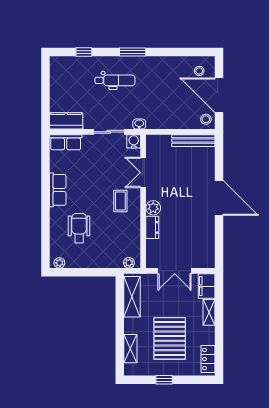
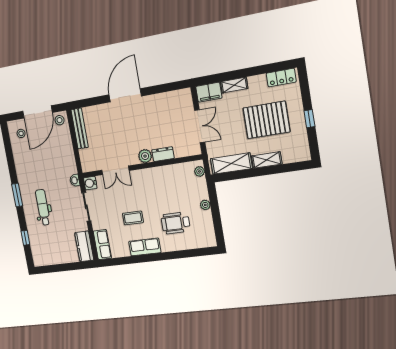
coffee table: (120, 201) -> (133, 218), moved
plant: (59, 263) -> (205, 205), moved
shelving: (130, 349) -> (267, 160), moved

